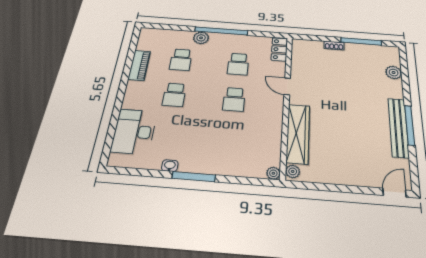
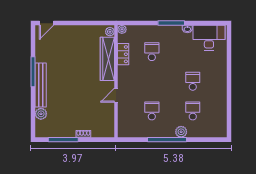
locker: (279, 49) -> (123, 54), moved
piano: (139, 65) -> (221, 103), removed
door: (287, 86) -> (116, 95), swing flipped
school desk: (234, 99) -> (152, 52), moved
bench: (398, 127) -> (41, 85), moved
desk: (134, 132) -> (209, 38), moved, turned -90

